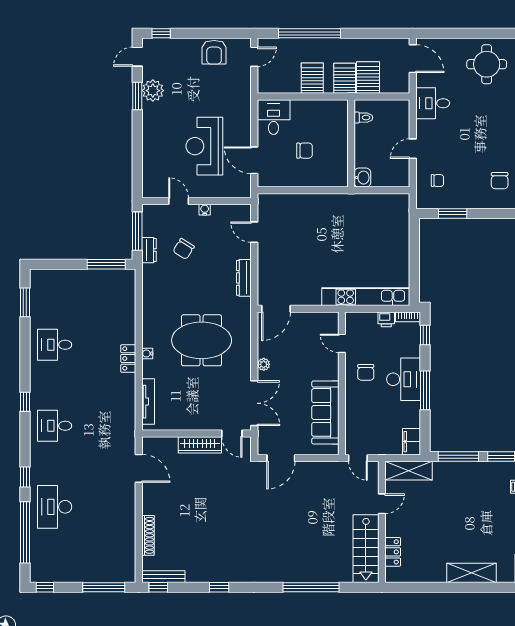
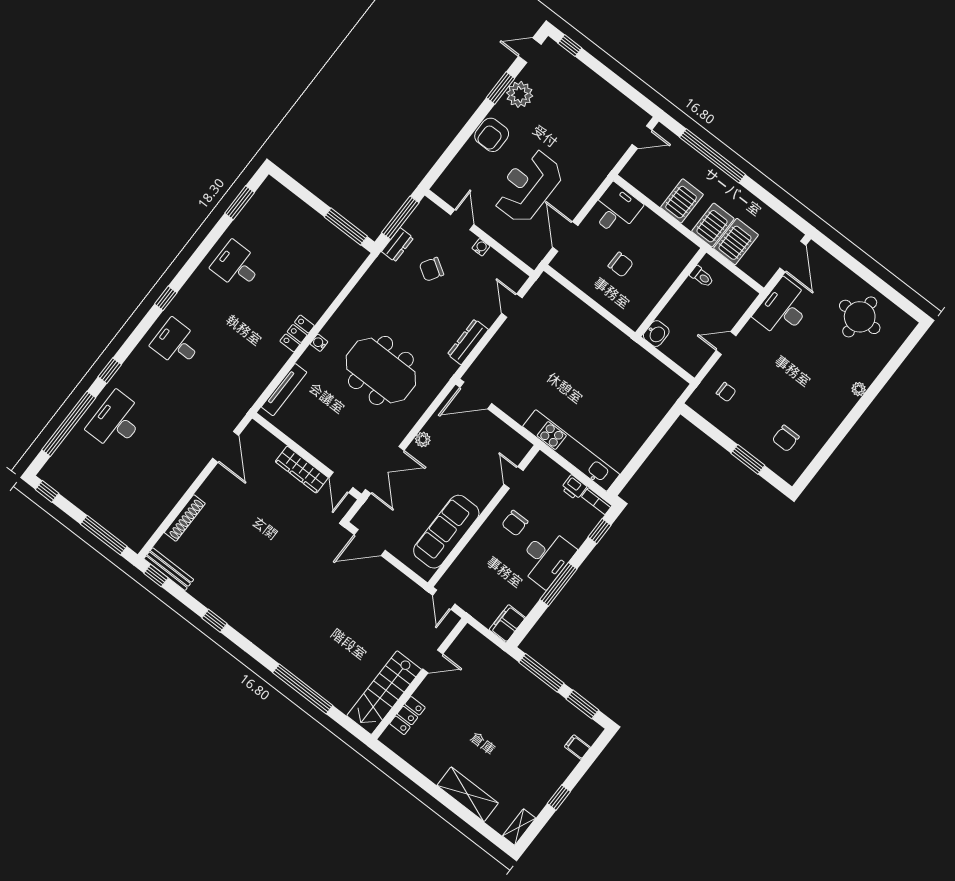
armchair: (214, 52) -> (492, 135), moved
desk: (433, 103) -> (783, 309), width x1.37
window: (453, 213) -> (748, 459), moved
shelving: (409, 471) -> (483, 649), removed

